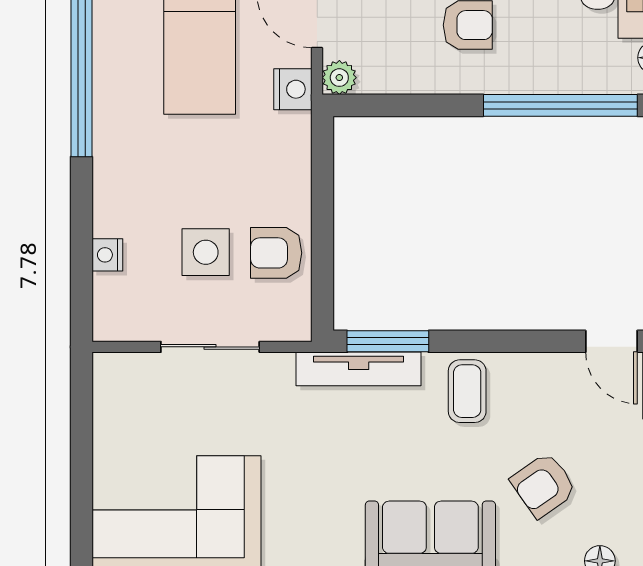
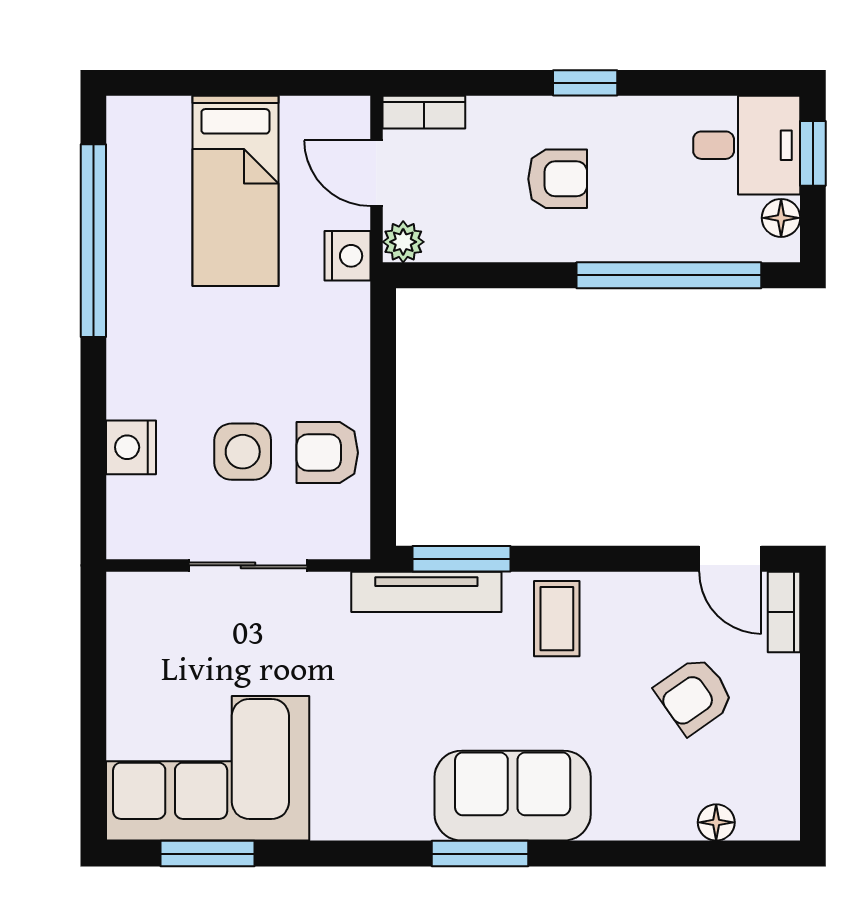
nightstand: (107, 255) -> (131, 447), width x1.39, depth x1.35
armchair: (544, 485) -> (695, 695), moved

